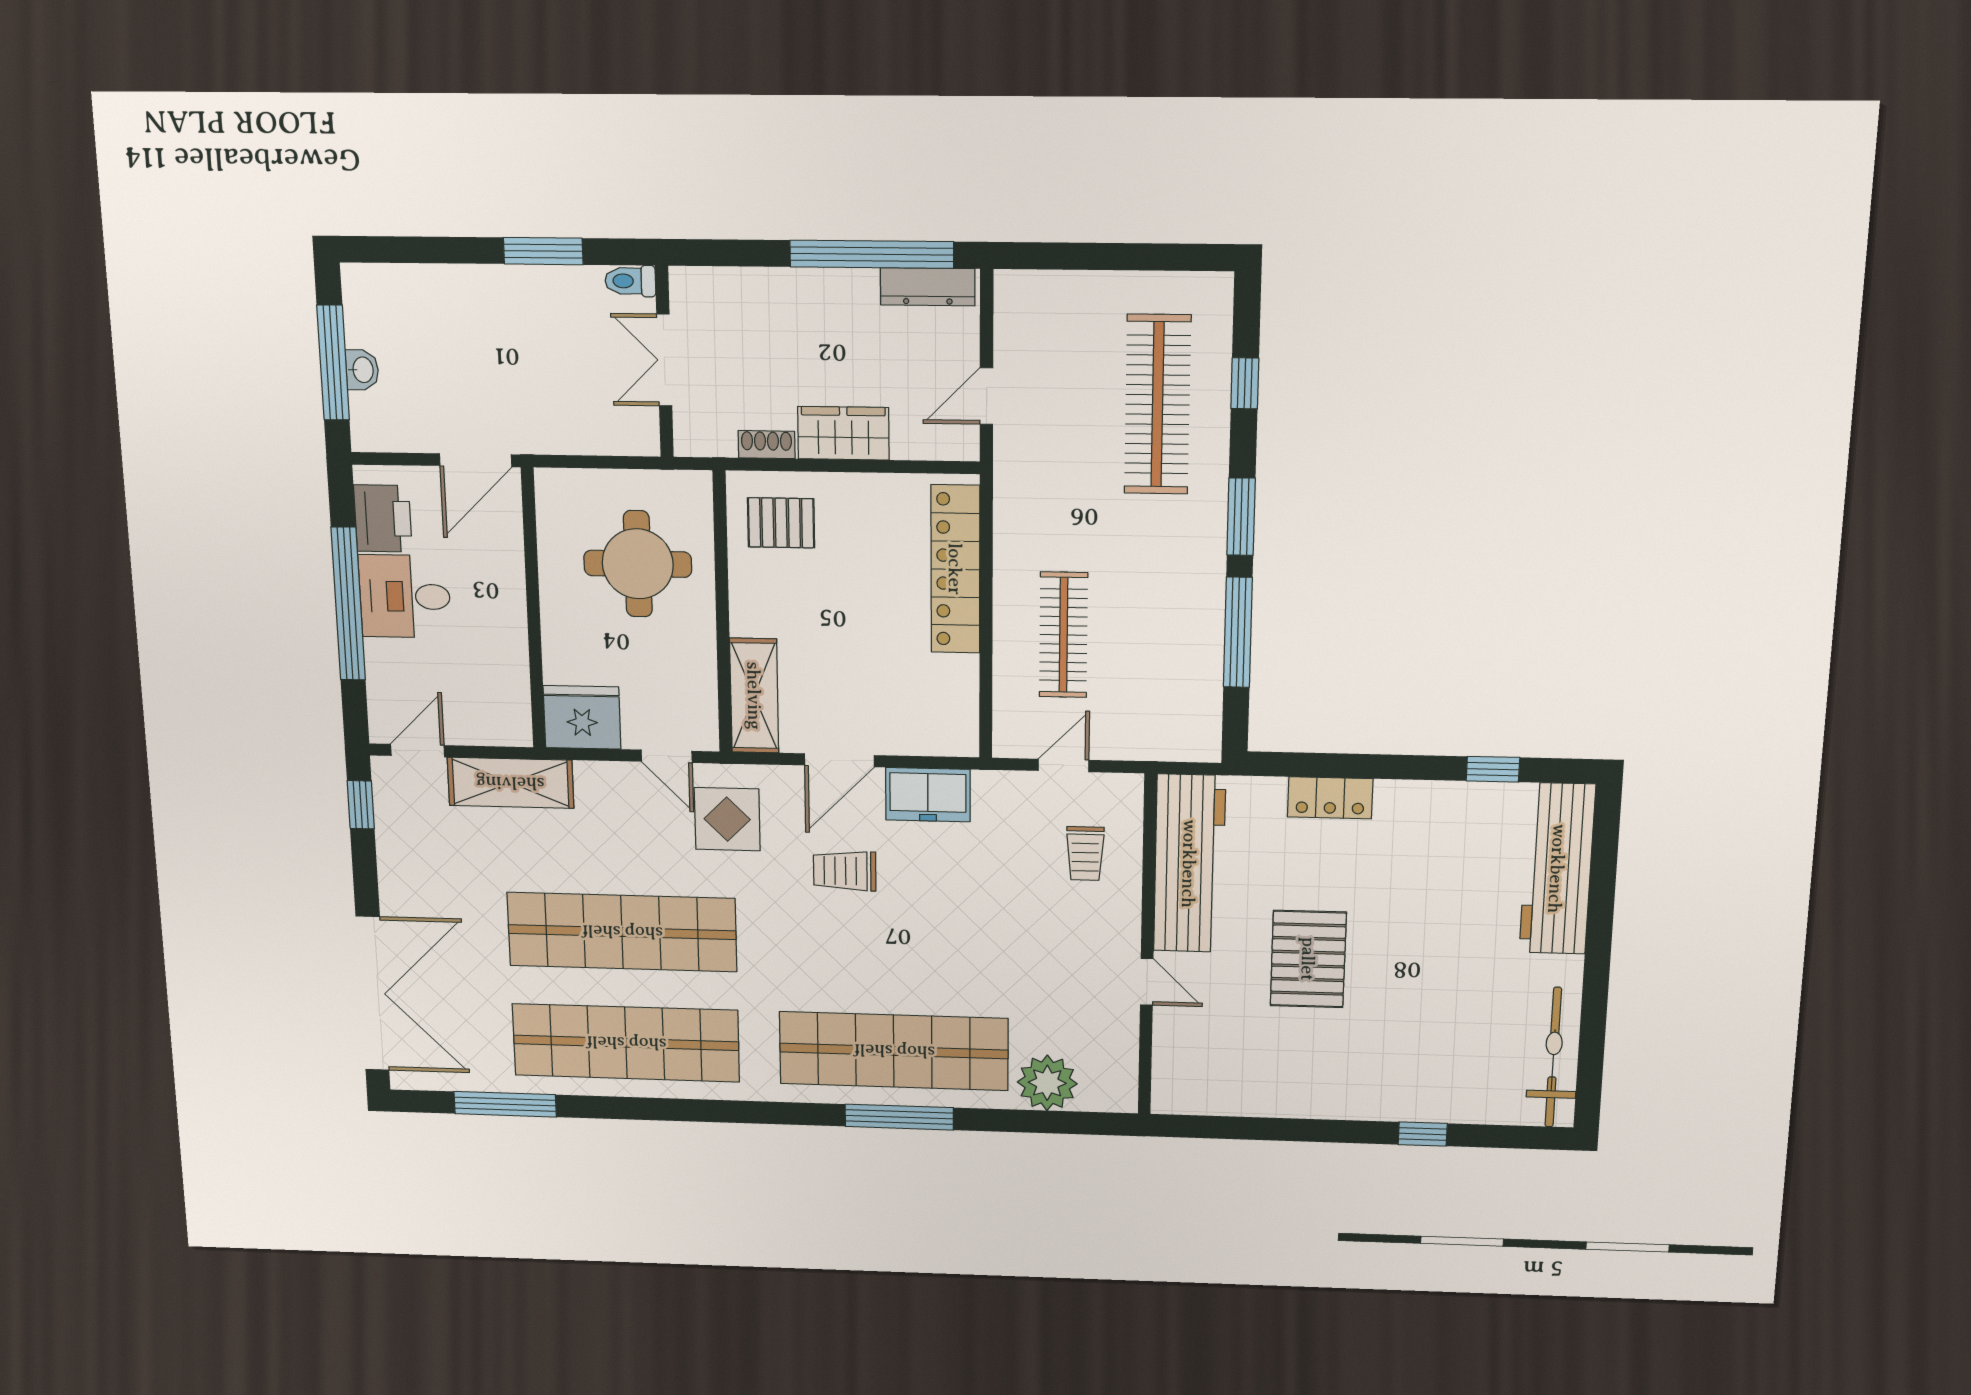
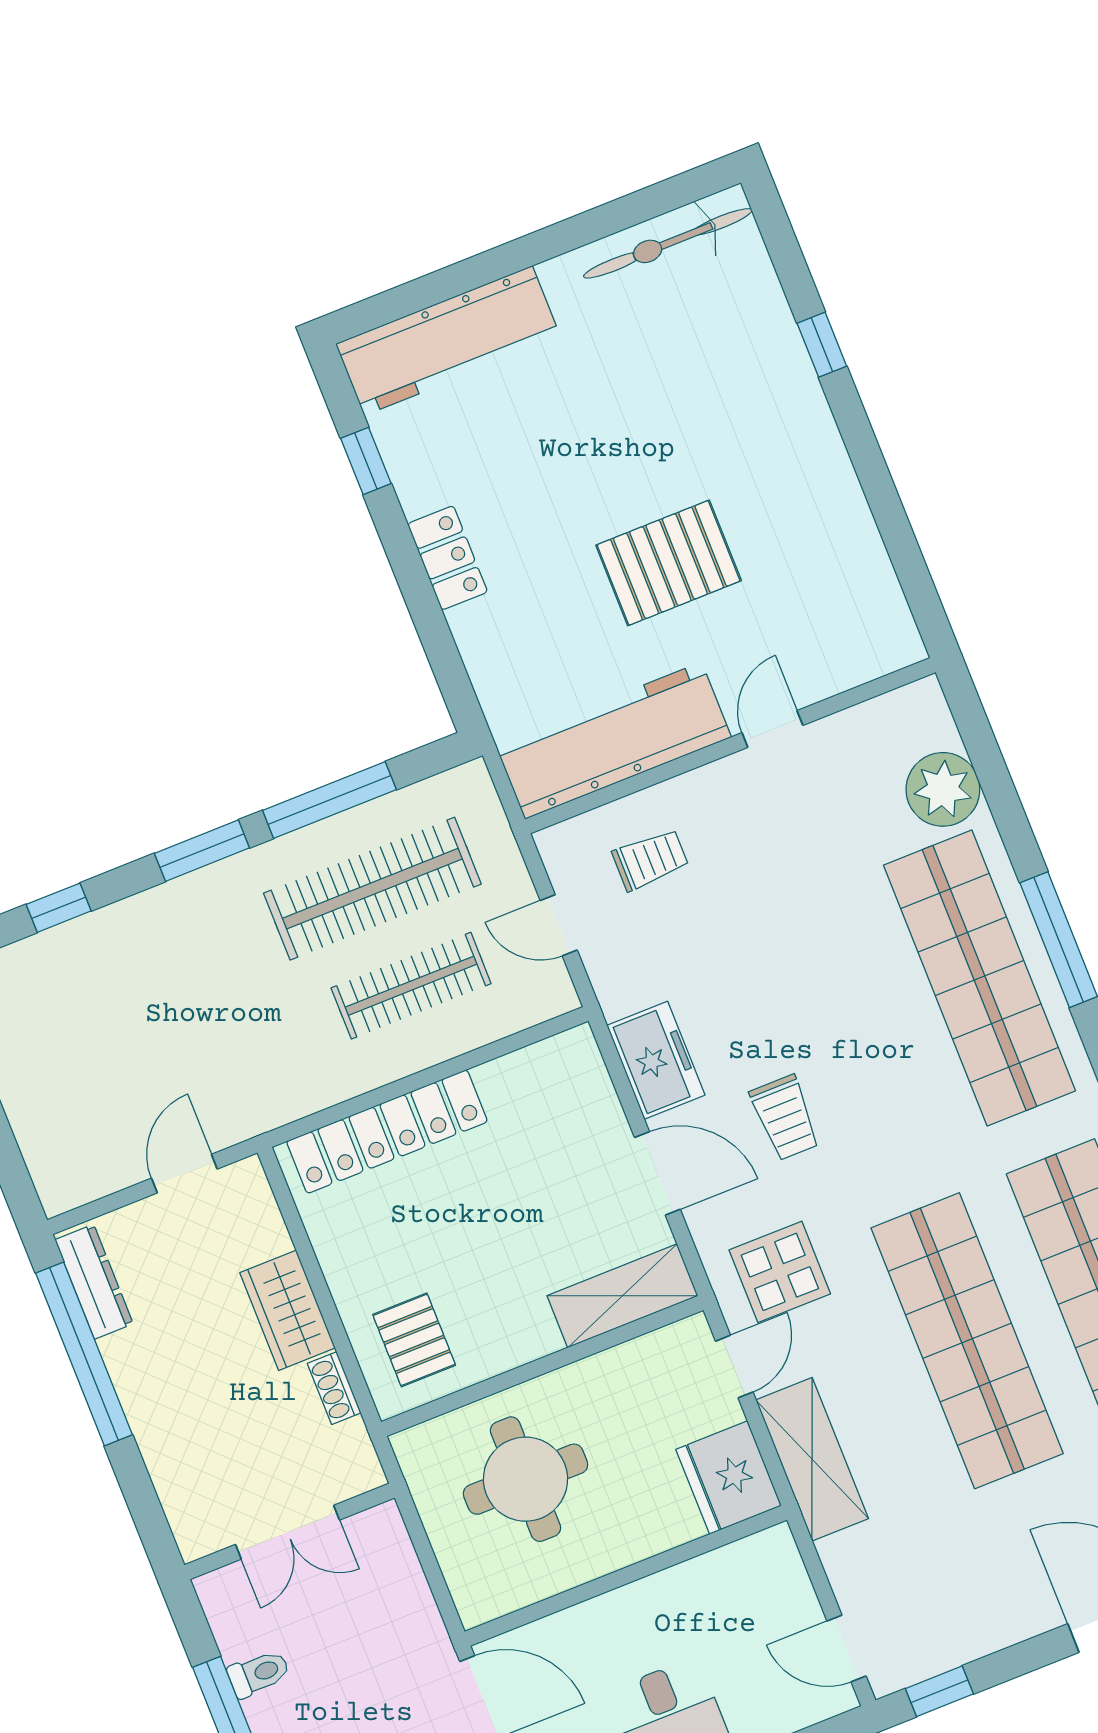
toilet: (630, 281) -> (259, 1674), moved, turned -90
door: (986, 396) -> (184, 1174), swing flipped
clothes rail: (1158, 405) -> (372, 889), moved
shelving: (510, 783) -> (812, 1459), moved
locker: (1330, 798) -> (447, 558), moved

